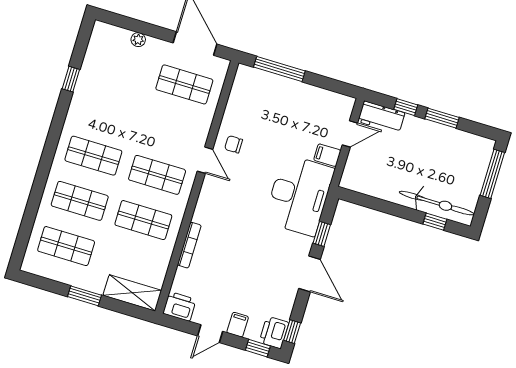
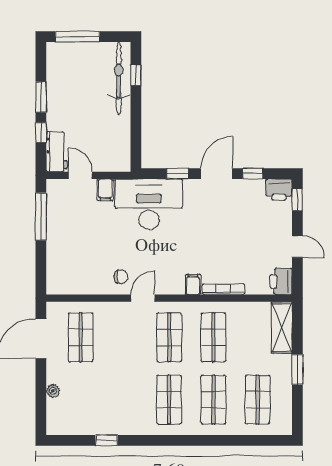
window: (279, 69) -> (41, 217), moved
chair: (234, 144) -> (121, 277), turned -90
filing cabinet: (238, 325) -> (193, 284), moved, turned 90
window: (292, 332) -> (253, 174), moved

